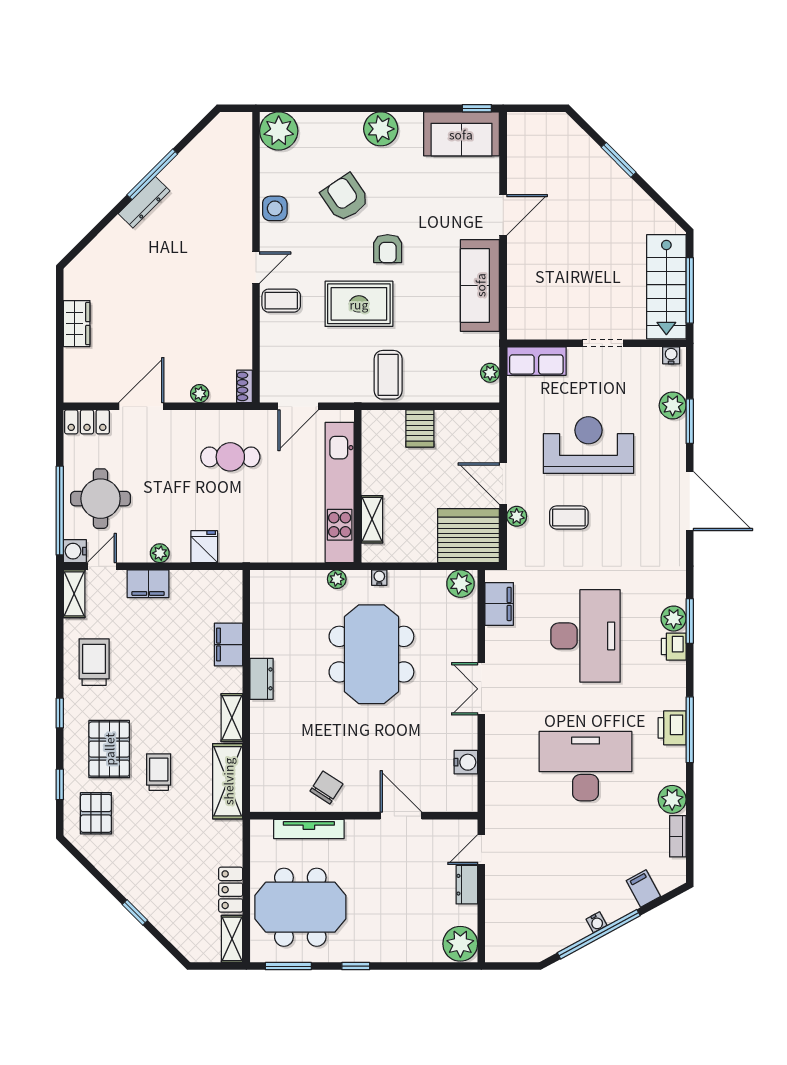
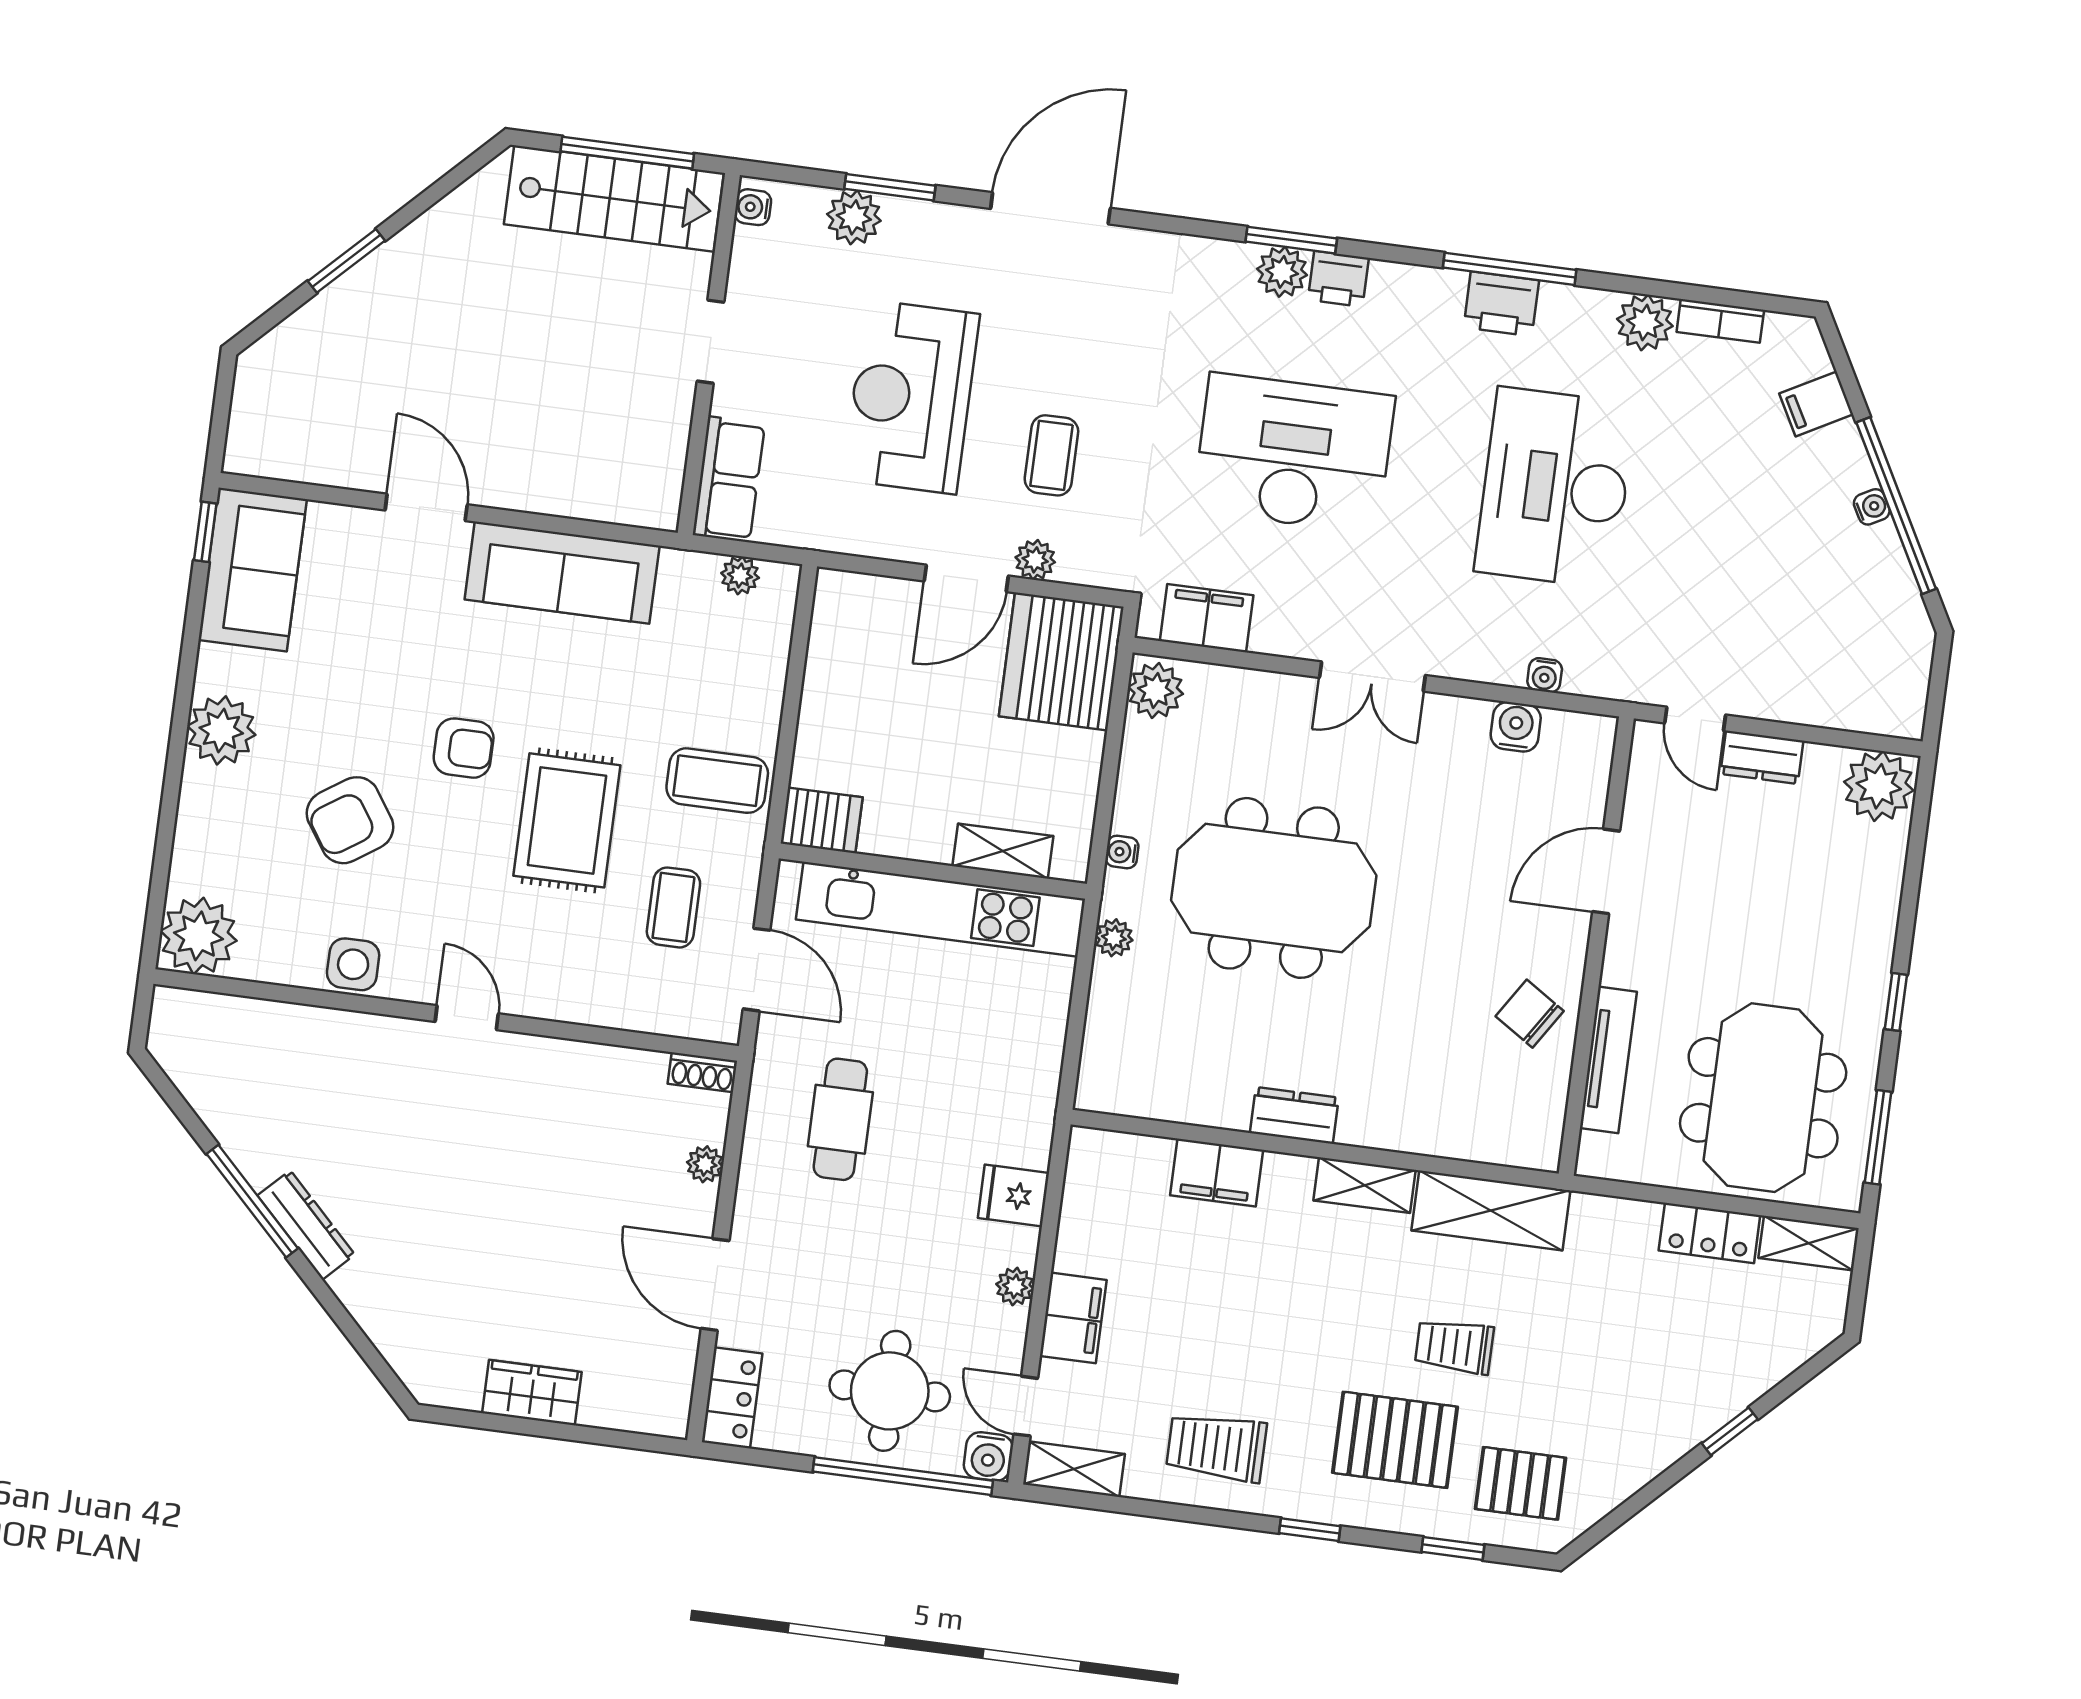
coffee table: (281, 301) -> (673, 907), moved
server rack: (420, 428) -> (822, 820), moved
water cooler: (493, 773) -> (1545, 675), added

